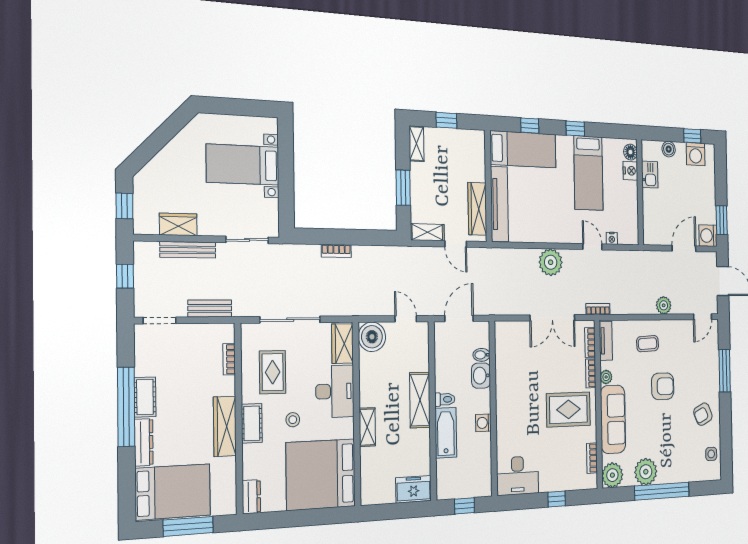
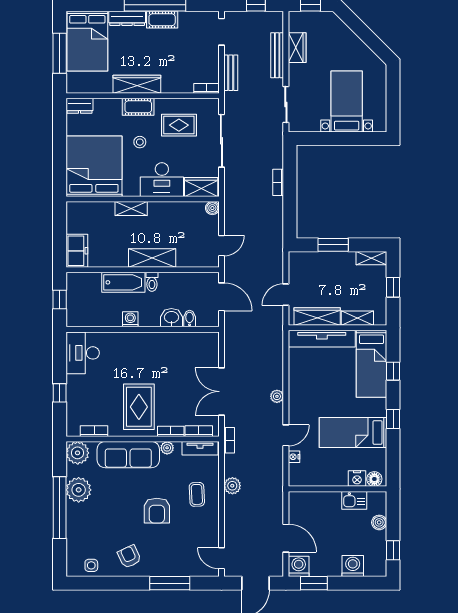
washing machine: (696, 154) -> (353, 566), moved, turned 90
shelving: (427, 232) -> (357, 318), moved, turned 90
plant: (551, 262) -> (277, 396), width x0.53, depth x0.53
plant: (664, 305) -> (232, 486), moved
boiler: (372, 337) -> (212, 208), width x0.54, depth x0.54
bookcase: (229, 359) -> (206, 88), moved

